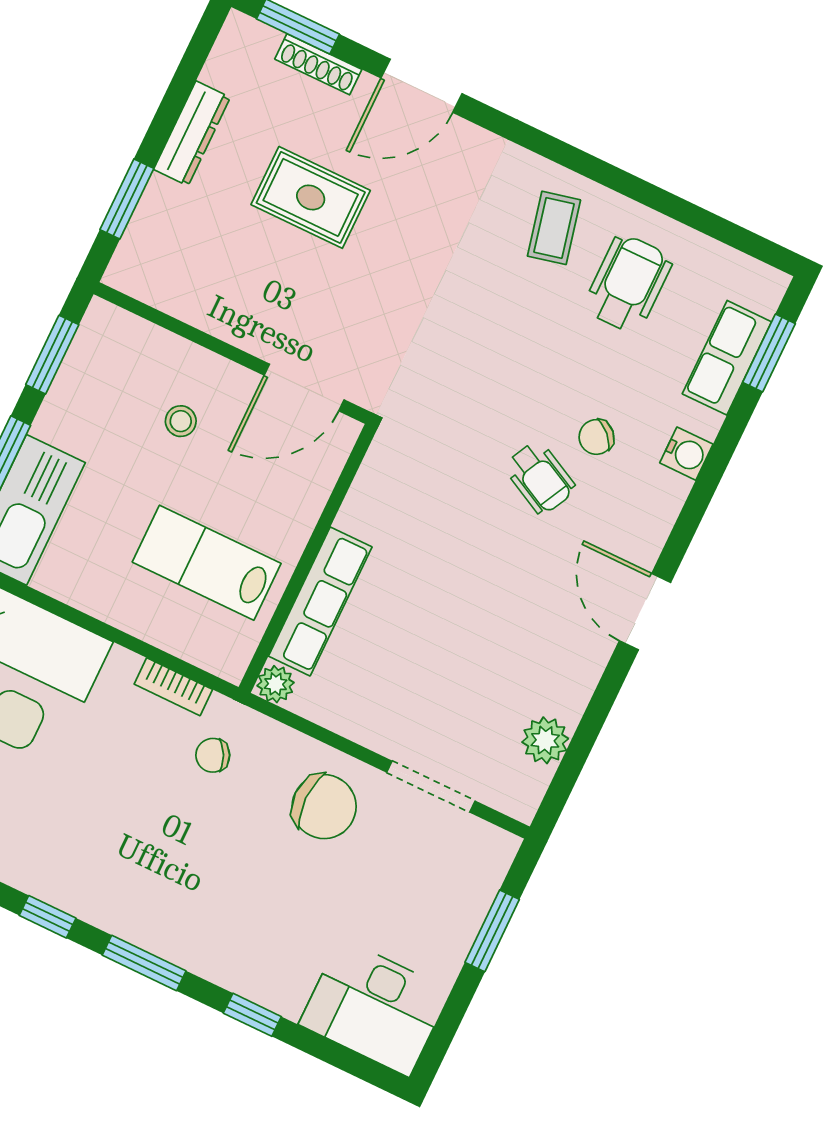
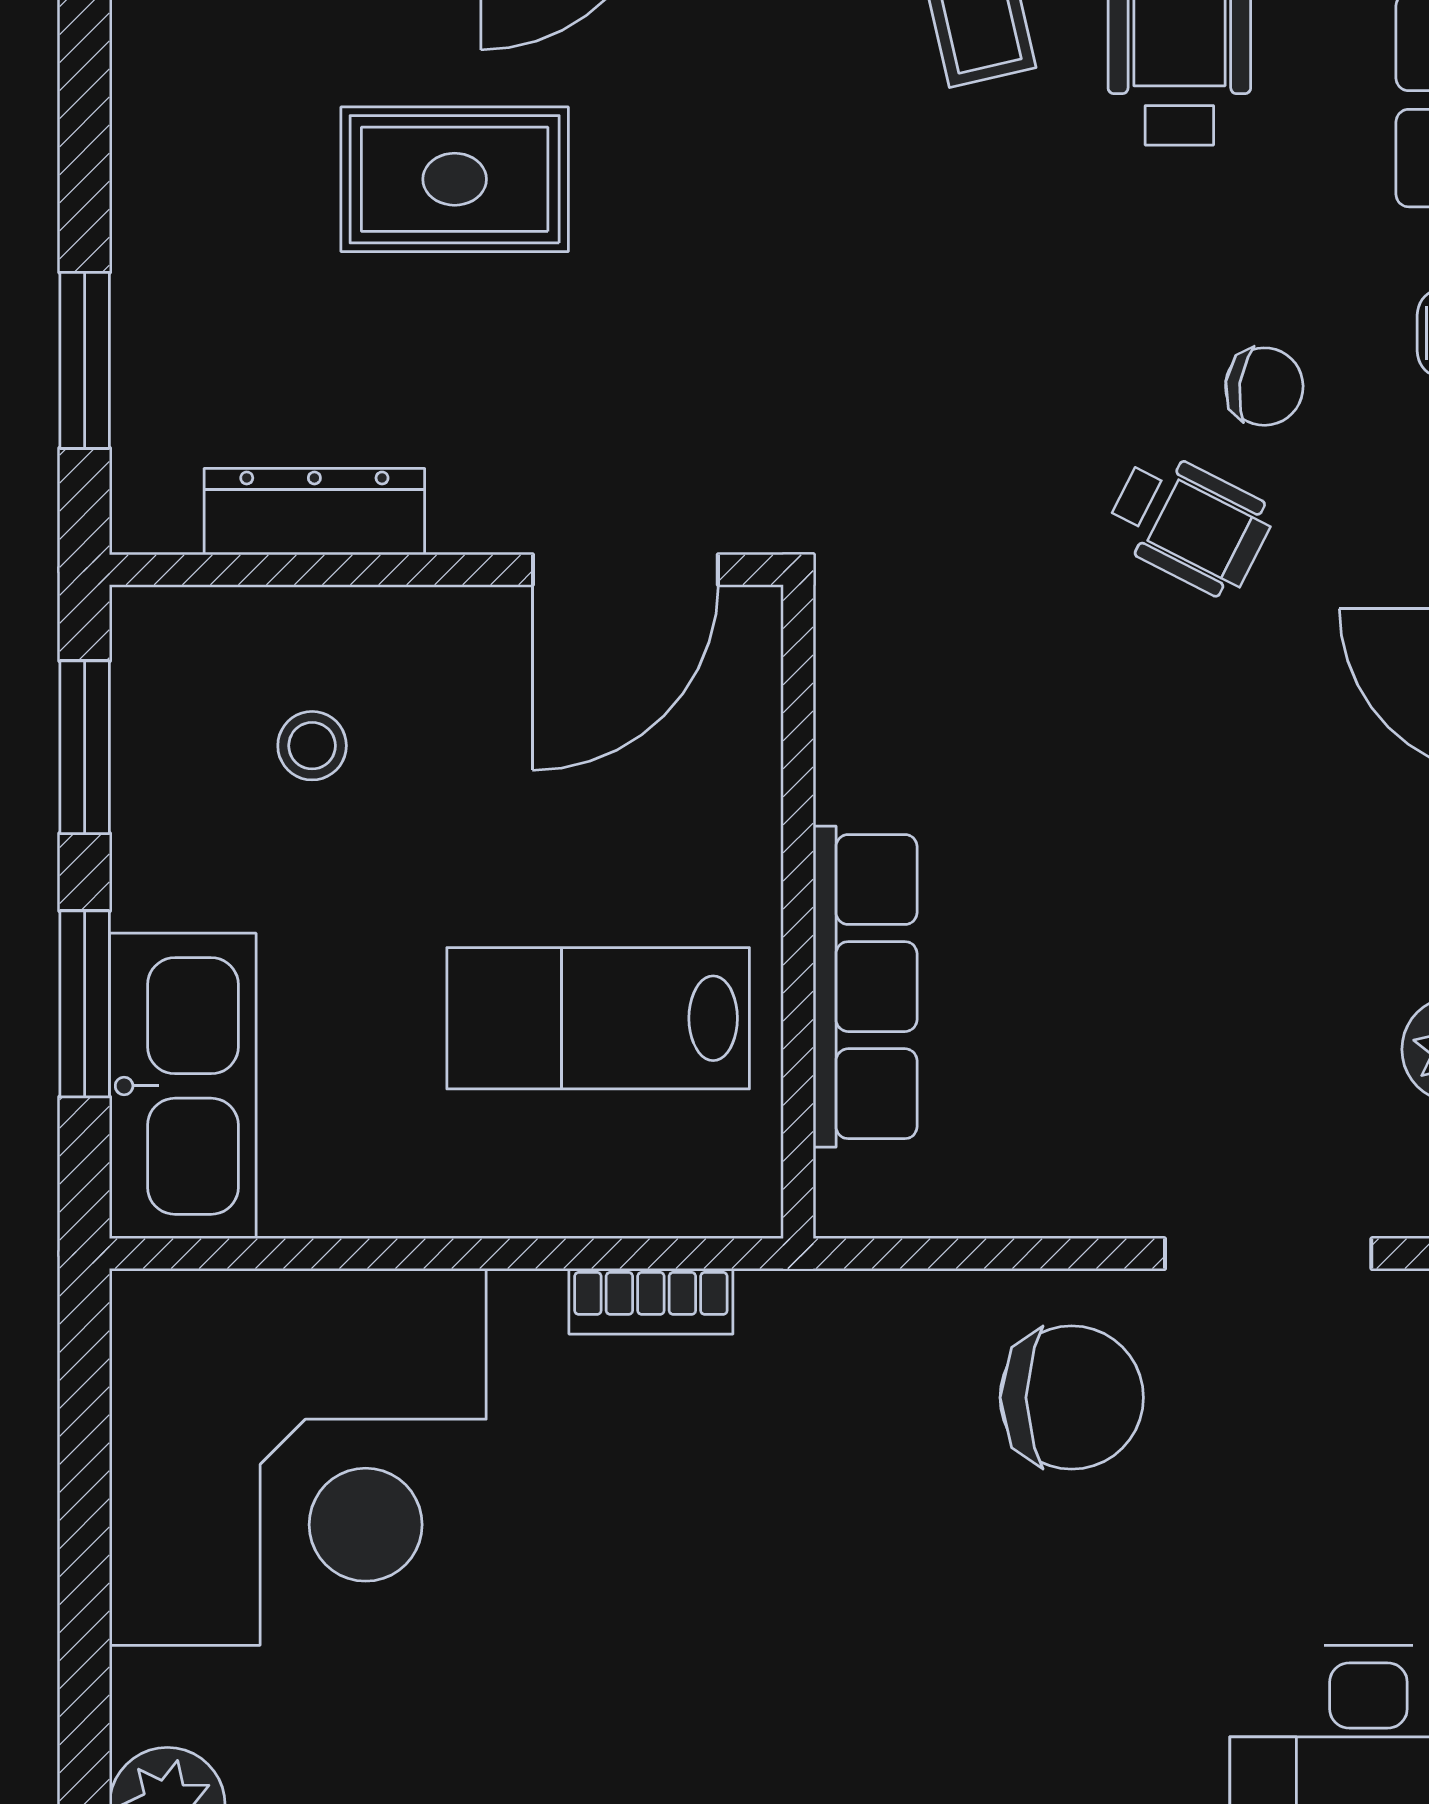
dresser: (192, 133) -> (314, 512), moved, turned -90
stool: (181, 421) -> (312, 746), moved
chair: (596, 437) -> (1264, 387), turned -127
plant: (276, 684) -> (855, 1197), removed
chair: (213, 755) -> (797, 1402), removed

